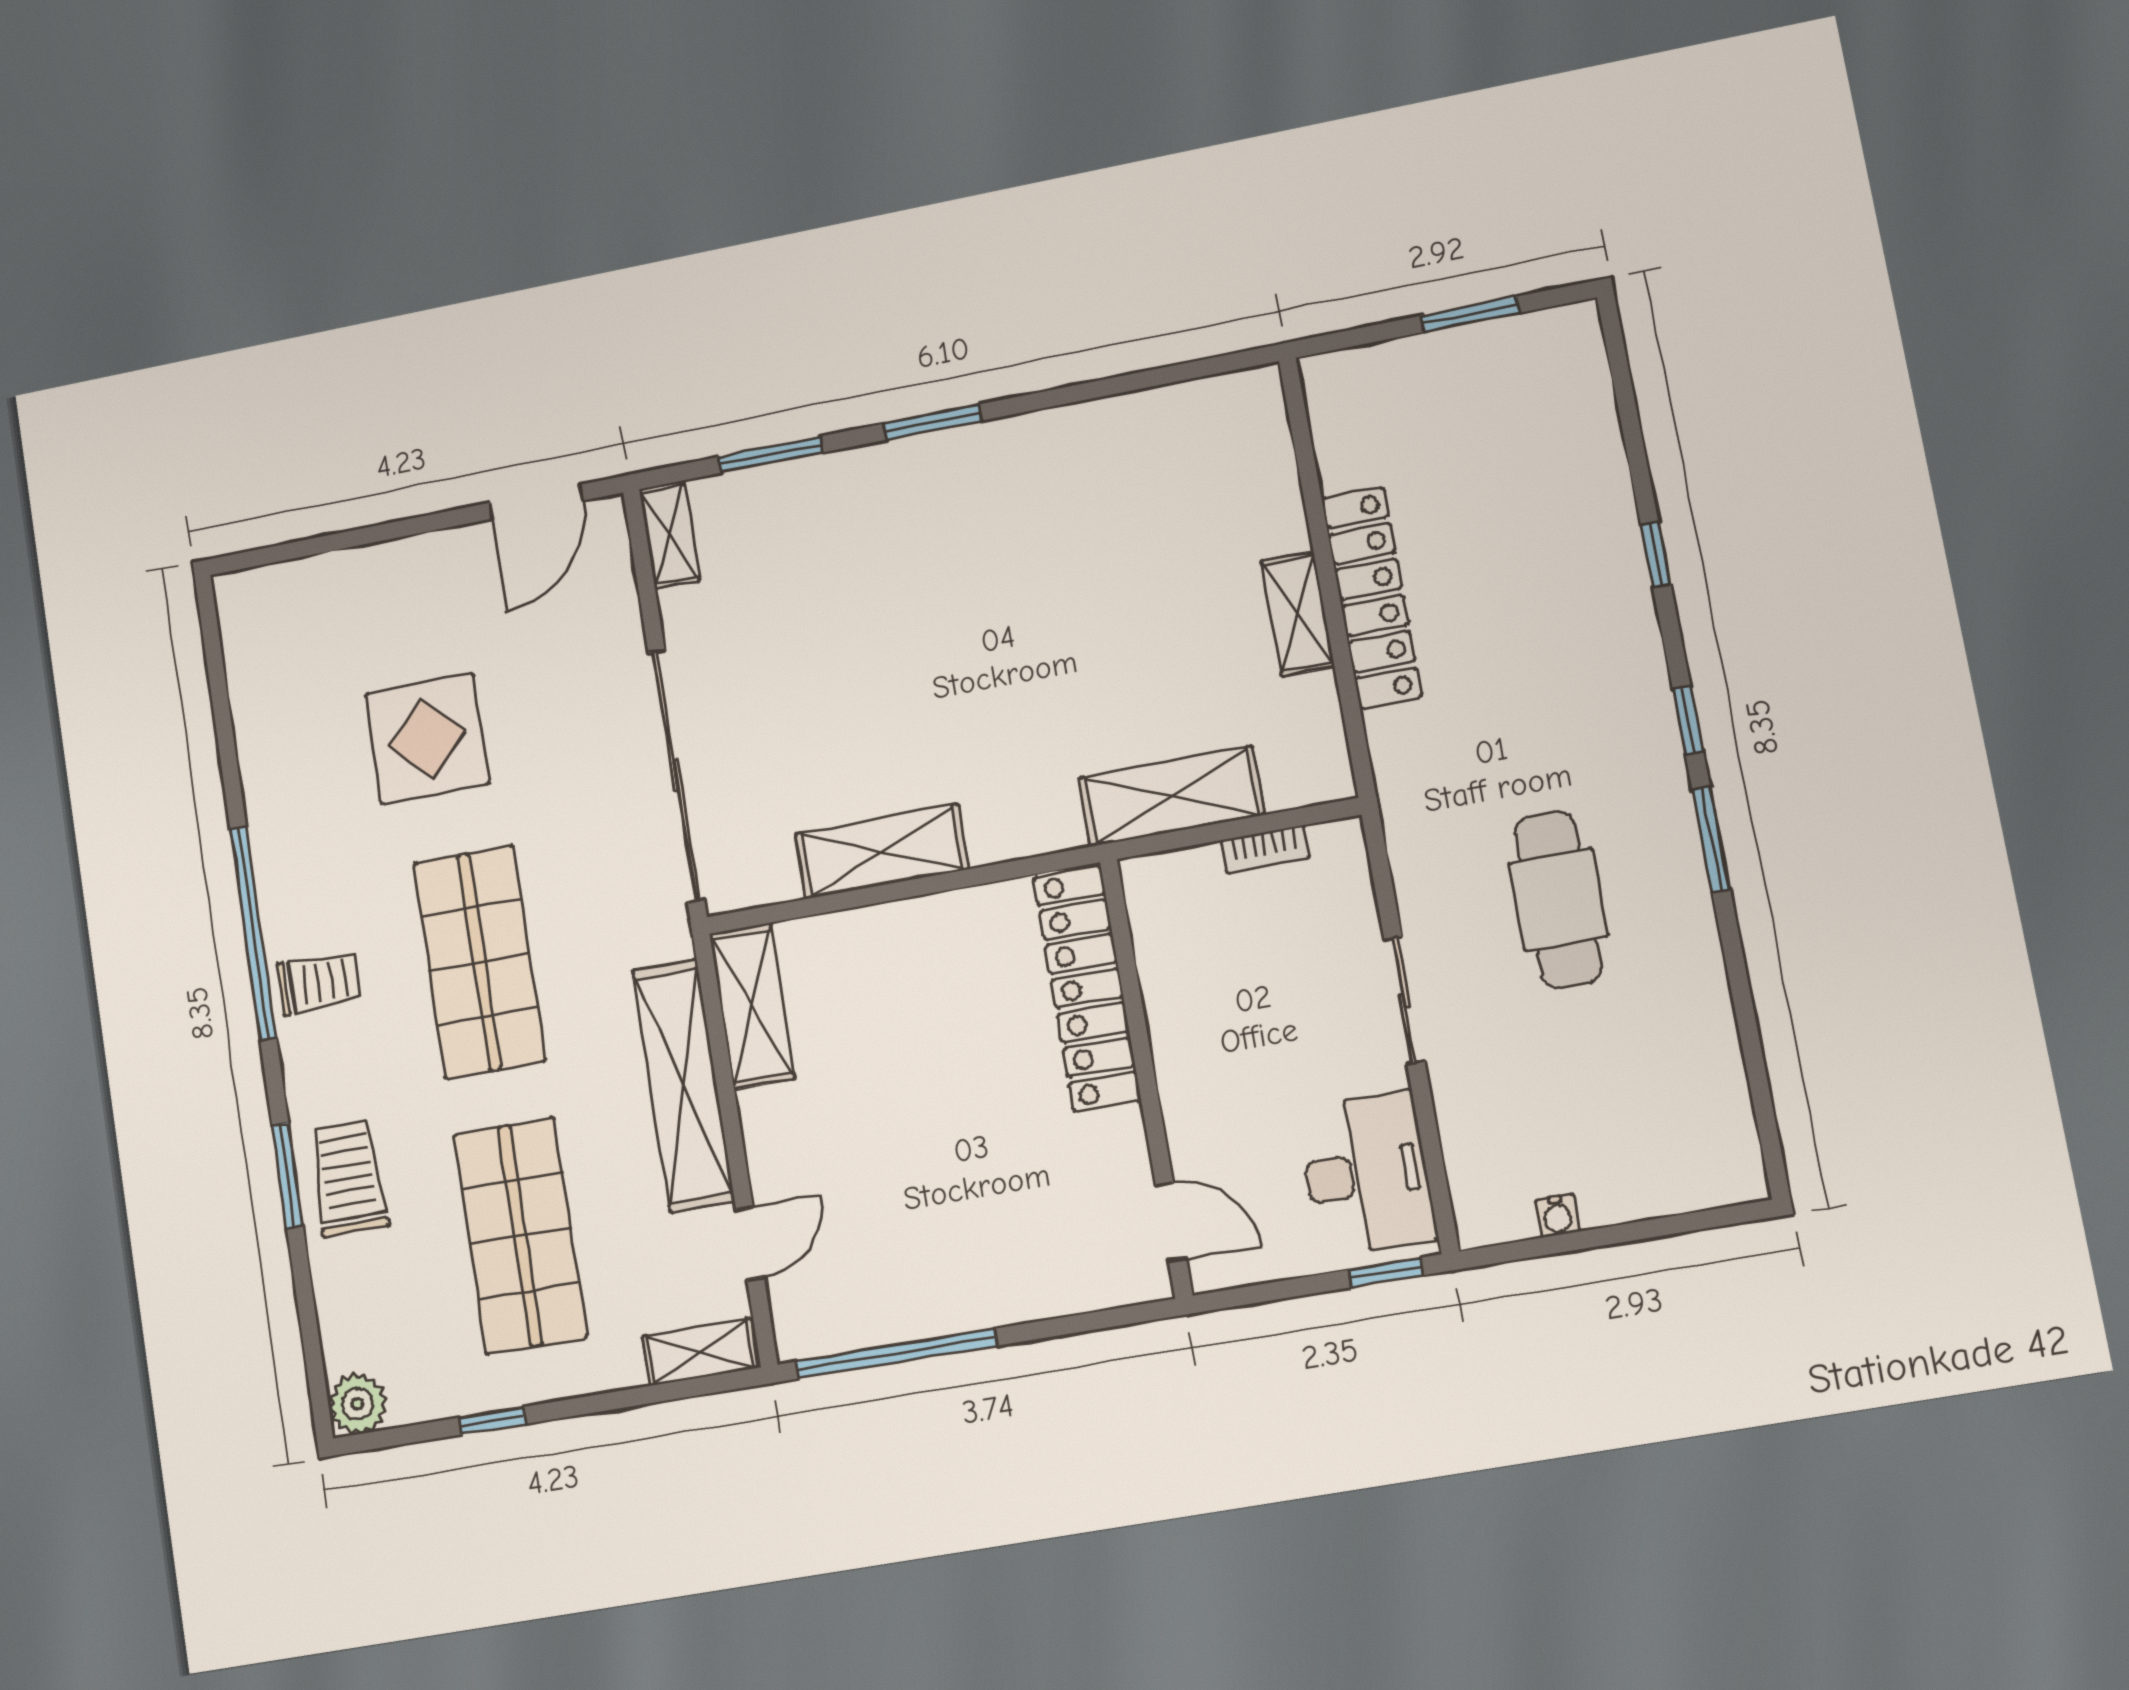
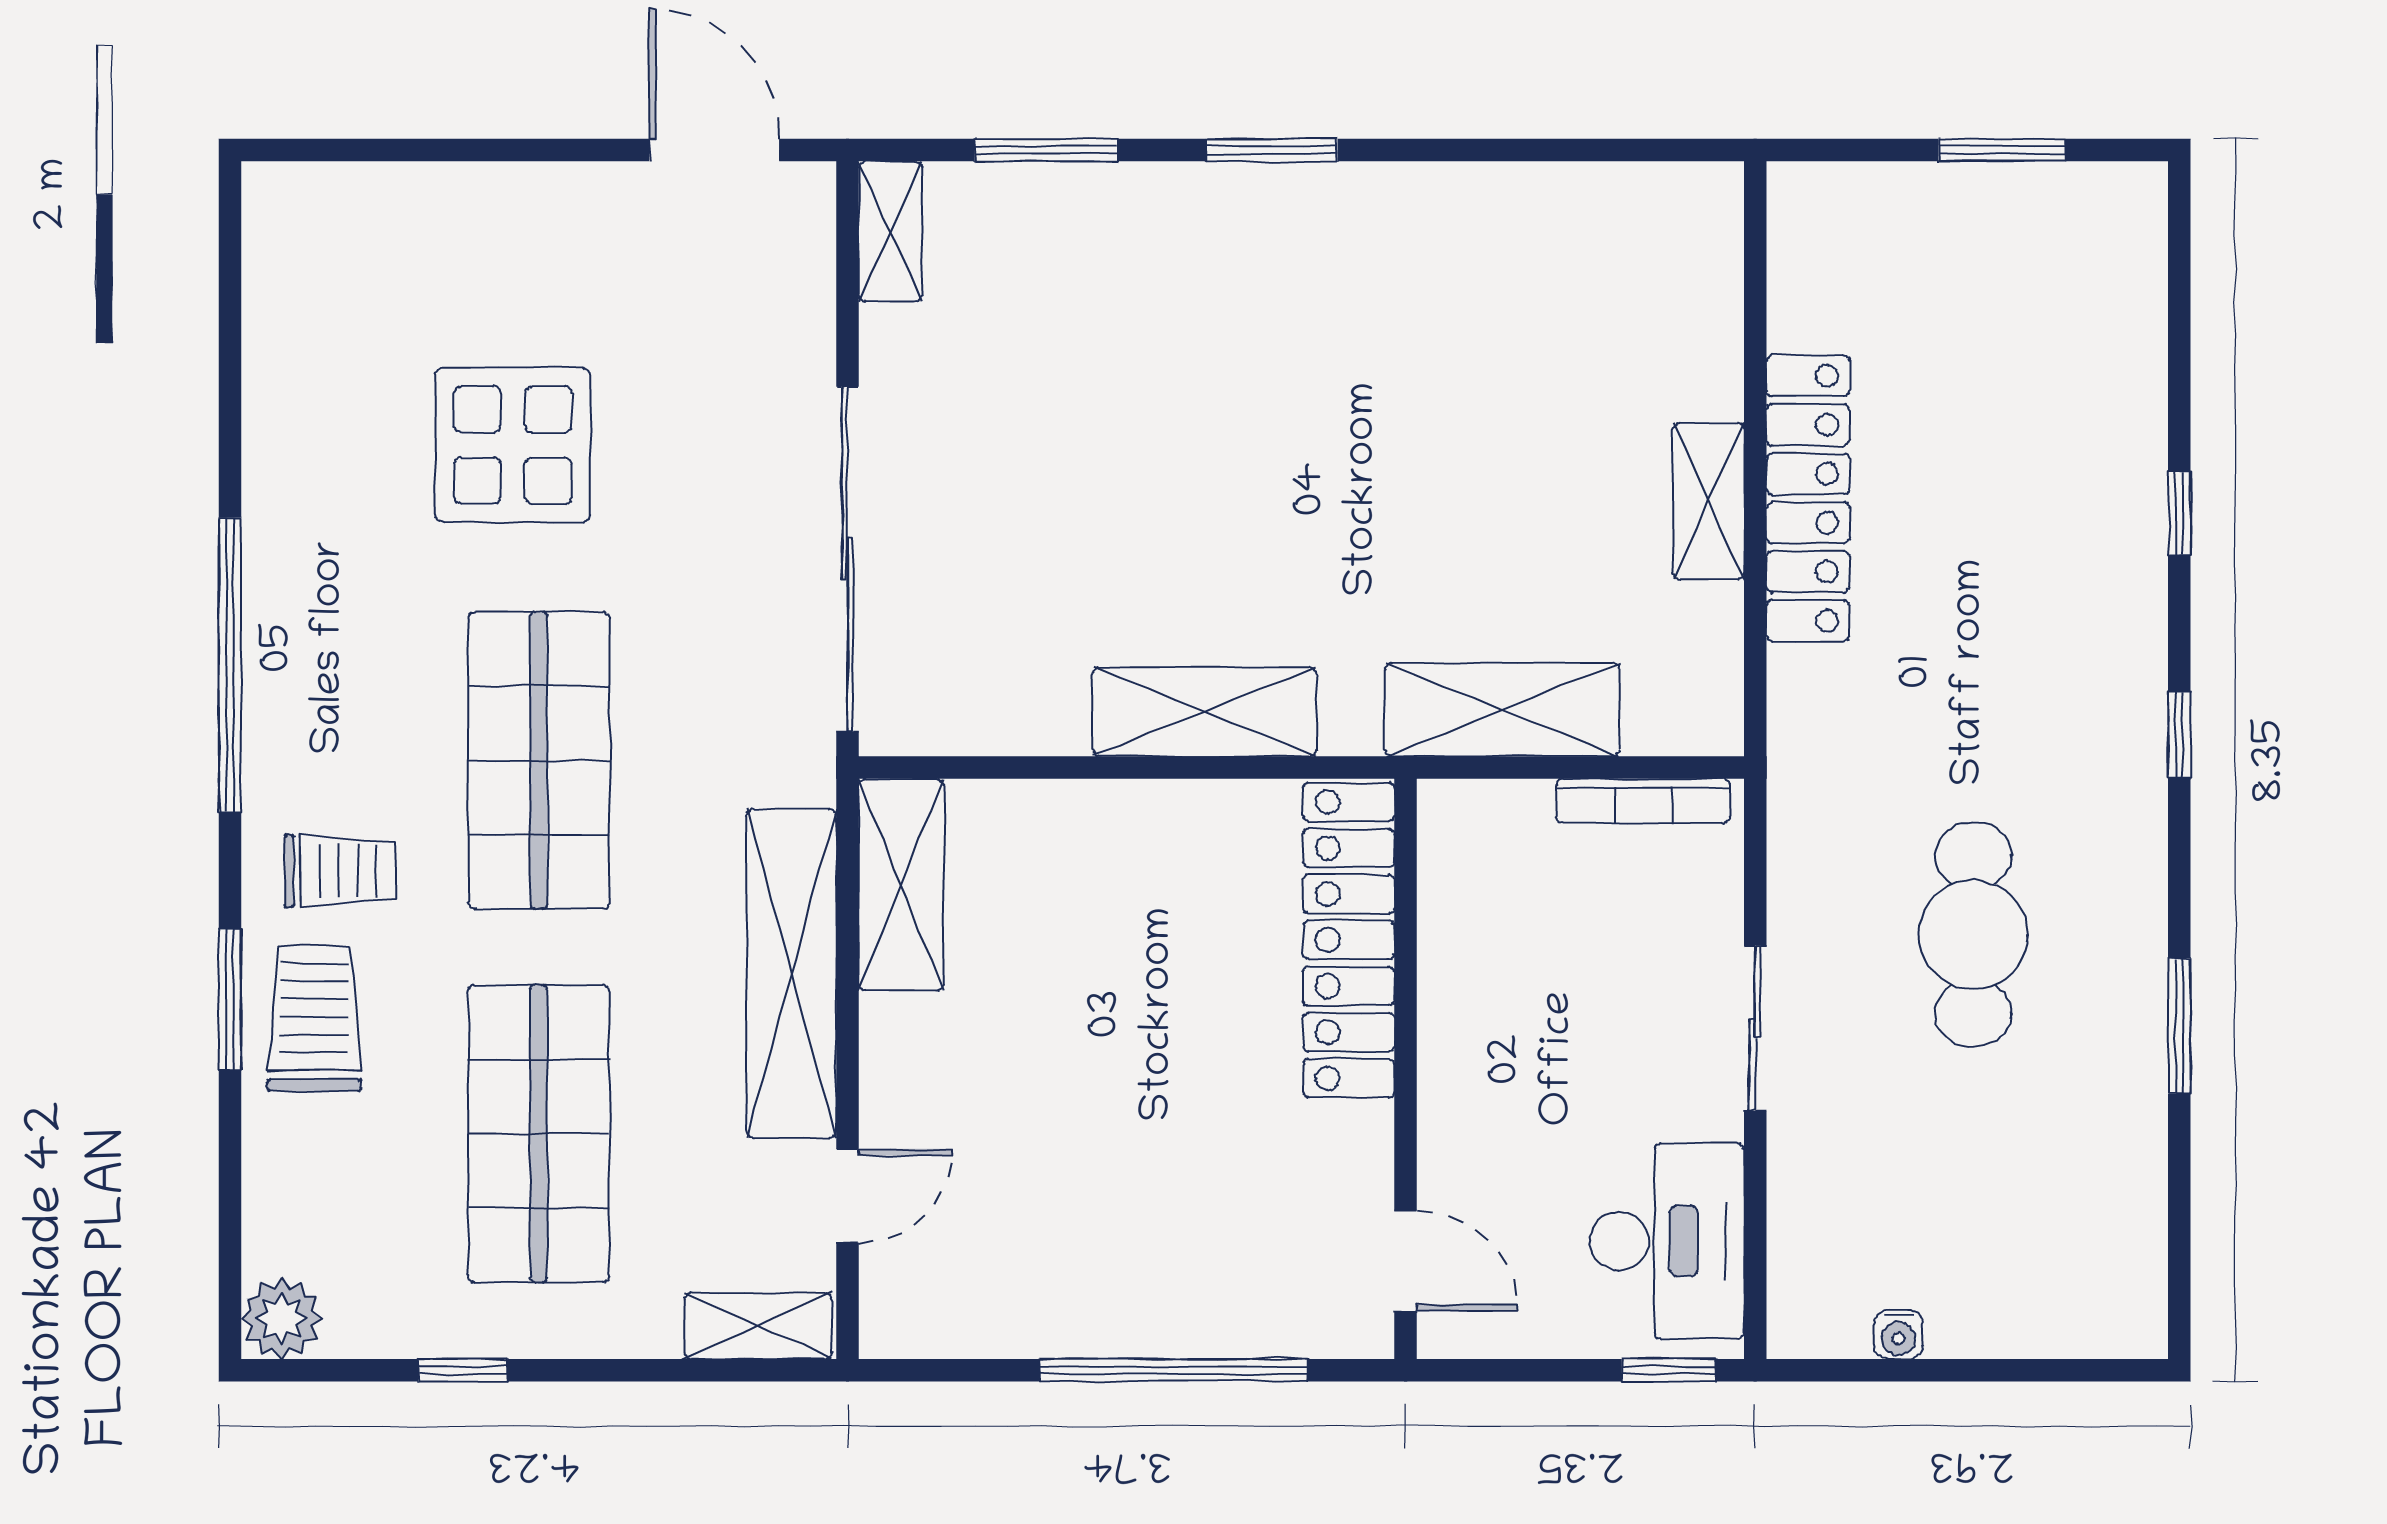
door: (536, 502) -> (714, 150), swing flipped
window: (1711, 839) -> (2179, 1026), moved
bookcase: (1265, 849) -> (1643, 801), width x1.56
shelving: (882, 852) -> (1204, 712), moved
trolley: (319, 983) -> (340, 871), moved
window: (896, 1354) -> (1173, 1370), moved

